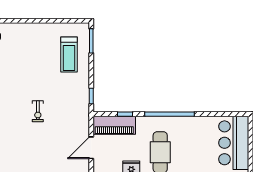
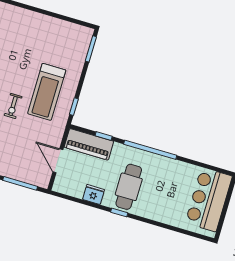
treadmill: (69, 54) -> (47, 92), moved, width x1.37, depth x1.37
door: (91, 148) -> (58, 161), hinge flipped

